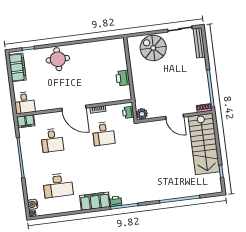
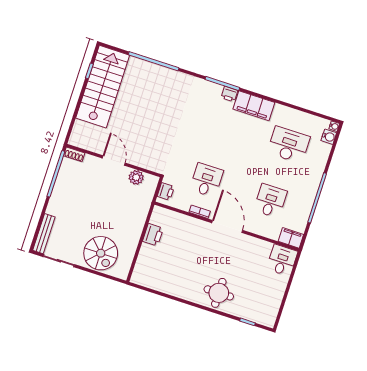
filing cabinet: (17, 67) -> (271, 306), removed
plant: (142, 114) -> (136, 177), moved
stairs: (204, 144) -> (103, 87), moved

